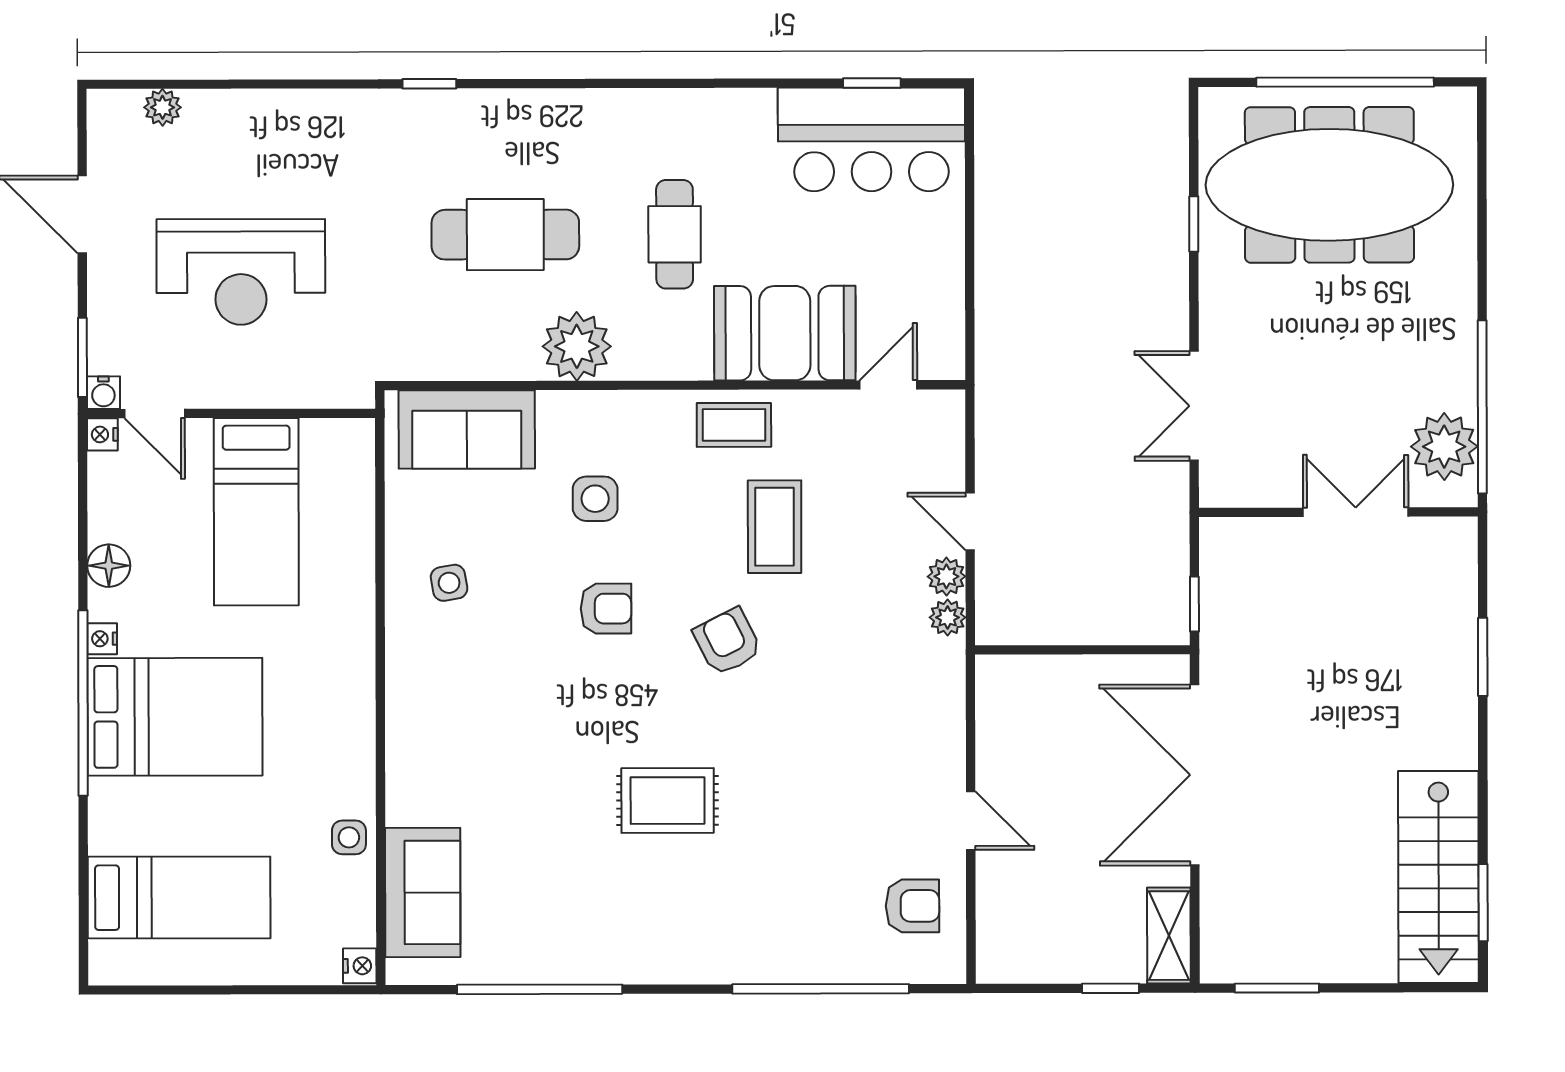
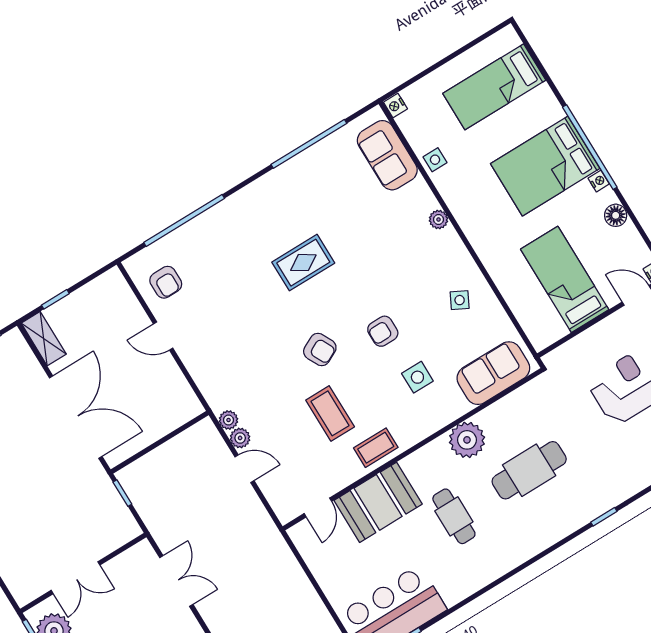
side table: (449, 583) -> (460, 300), turned 38
plant: (403, 736) -> (439, 219), added
armchair: (913, 906) -> (166, 282), turned -90

